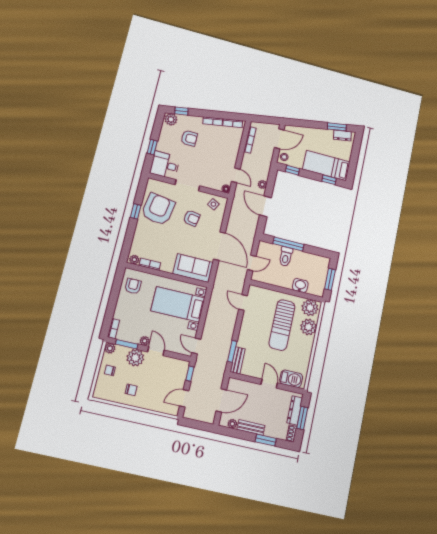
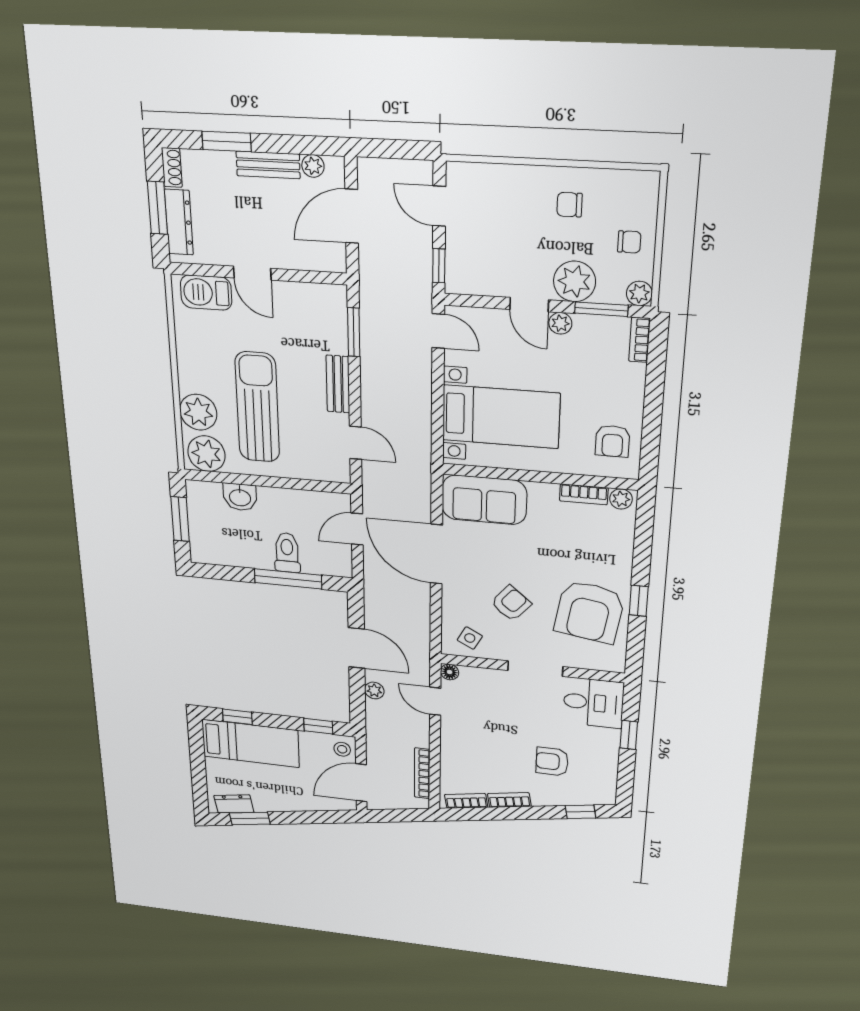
plant: (171, 119) -> (599, 793), removed
armchair: (192, 218) -> (511, 603), turned 120
bench: (238, 360) -> (338, 384), moved
door: (184, 398) -> (439, 206), swing flipped

